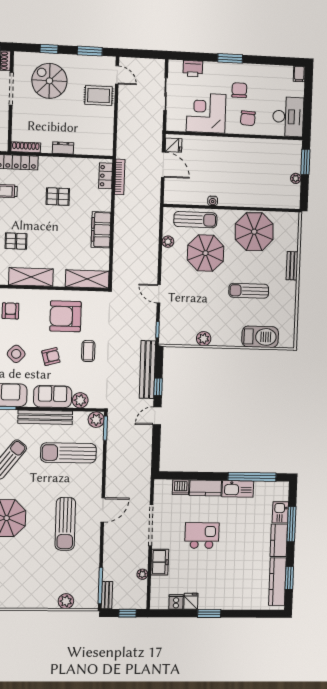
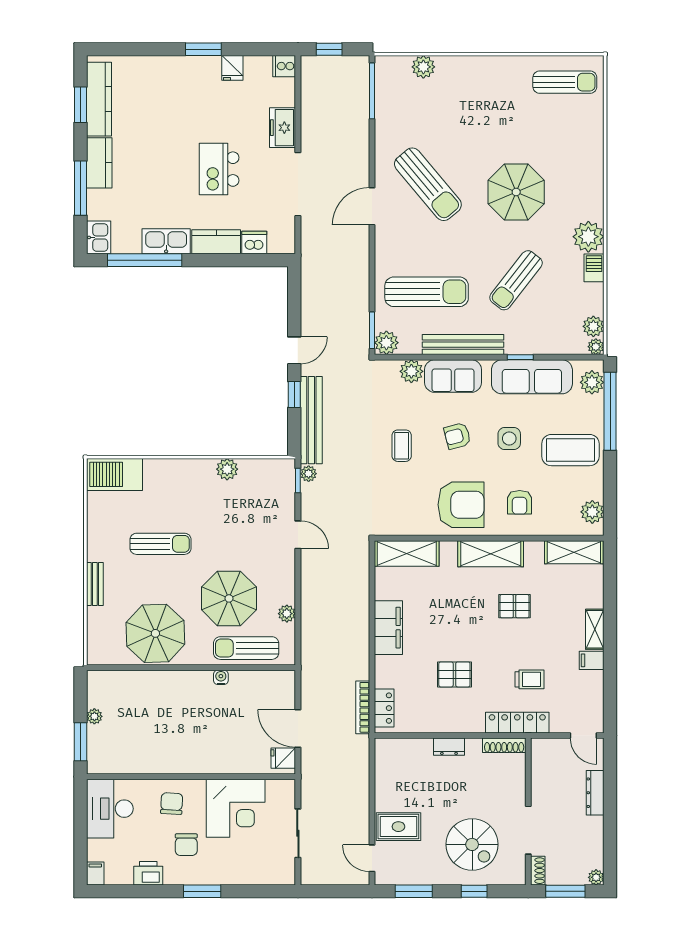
printer: (193, 69) -> (148, 873), moved
armchair: (65, 316) -> (461, 505), moved
barbecue: (260, 337) -> (115, 474), moved
side table: (16, 354) -> (509, 439), turned 45
kitchen sink: (280, 512) -> (99, 237), moved
sun lounger: (65, 524) -> (428, 184), turned 140
kitchen island: (202, 536) -> (219, 169), turned 90
plant: (142, 574) -> (309, 474), moved
bench: (107, 595) -> (361, 76), removed
cooker: (176, 602) -> (284, 66), moved, turned 90

